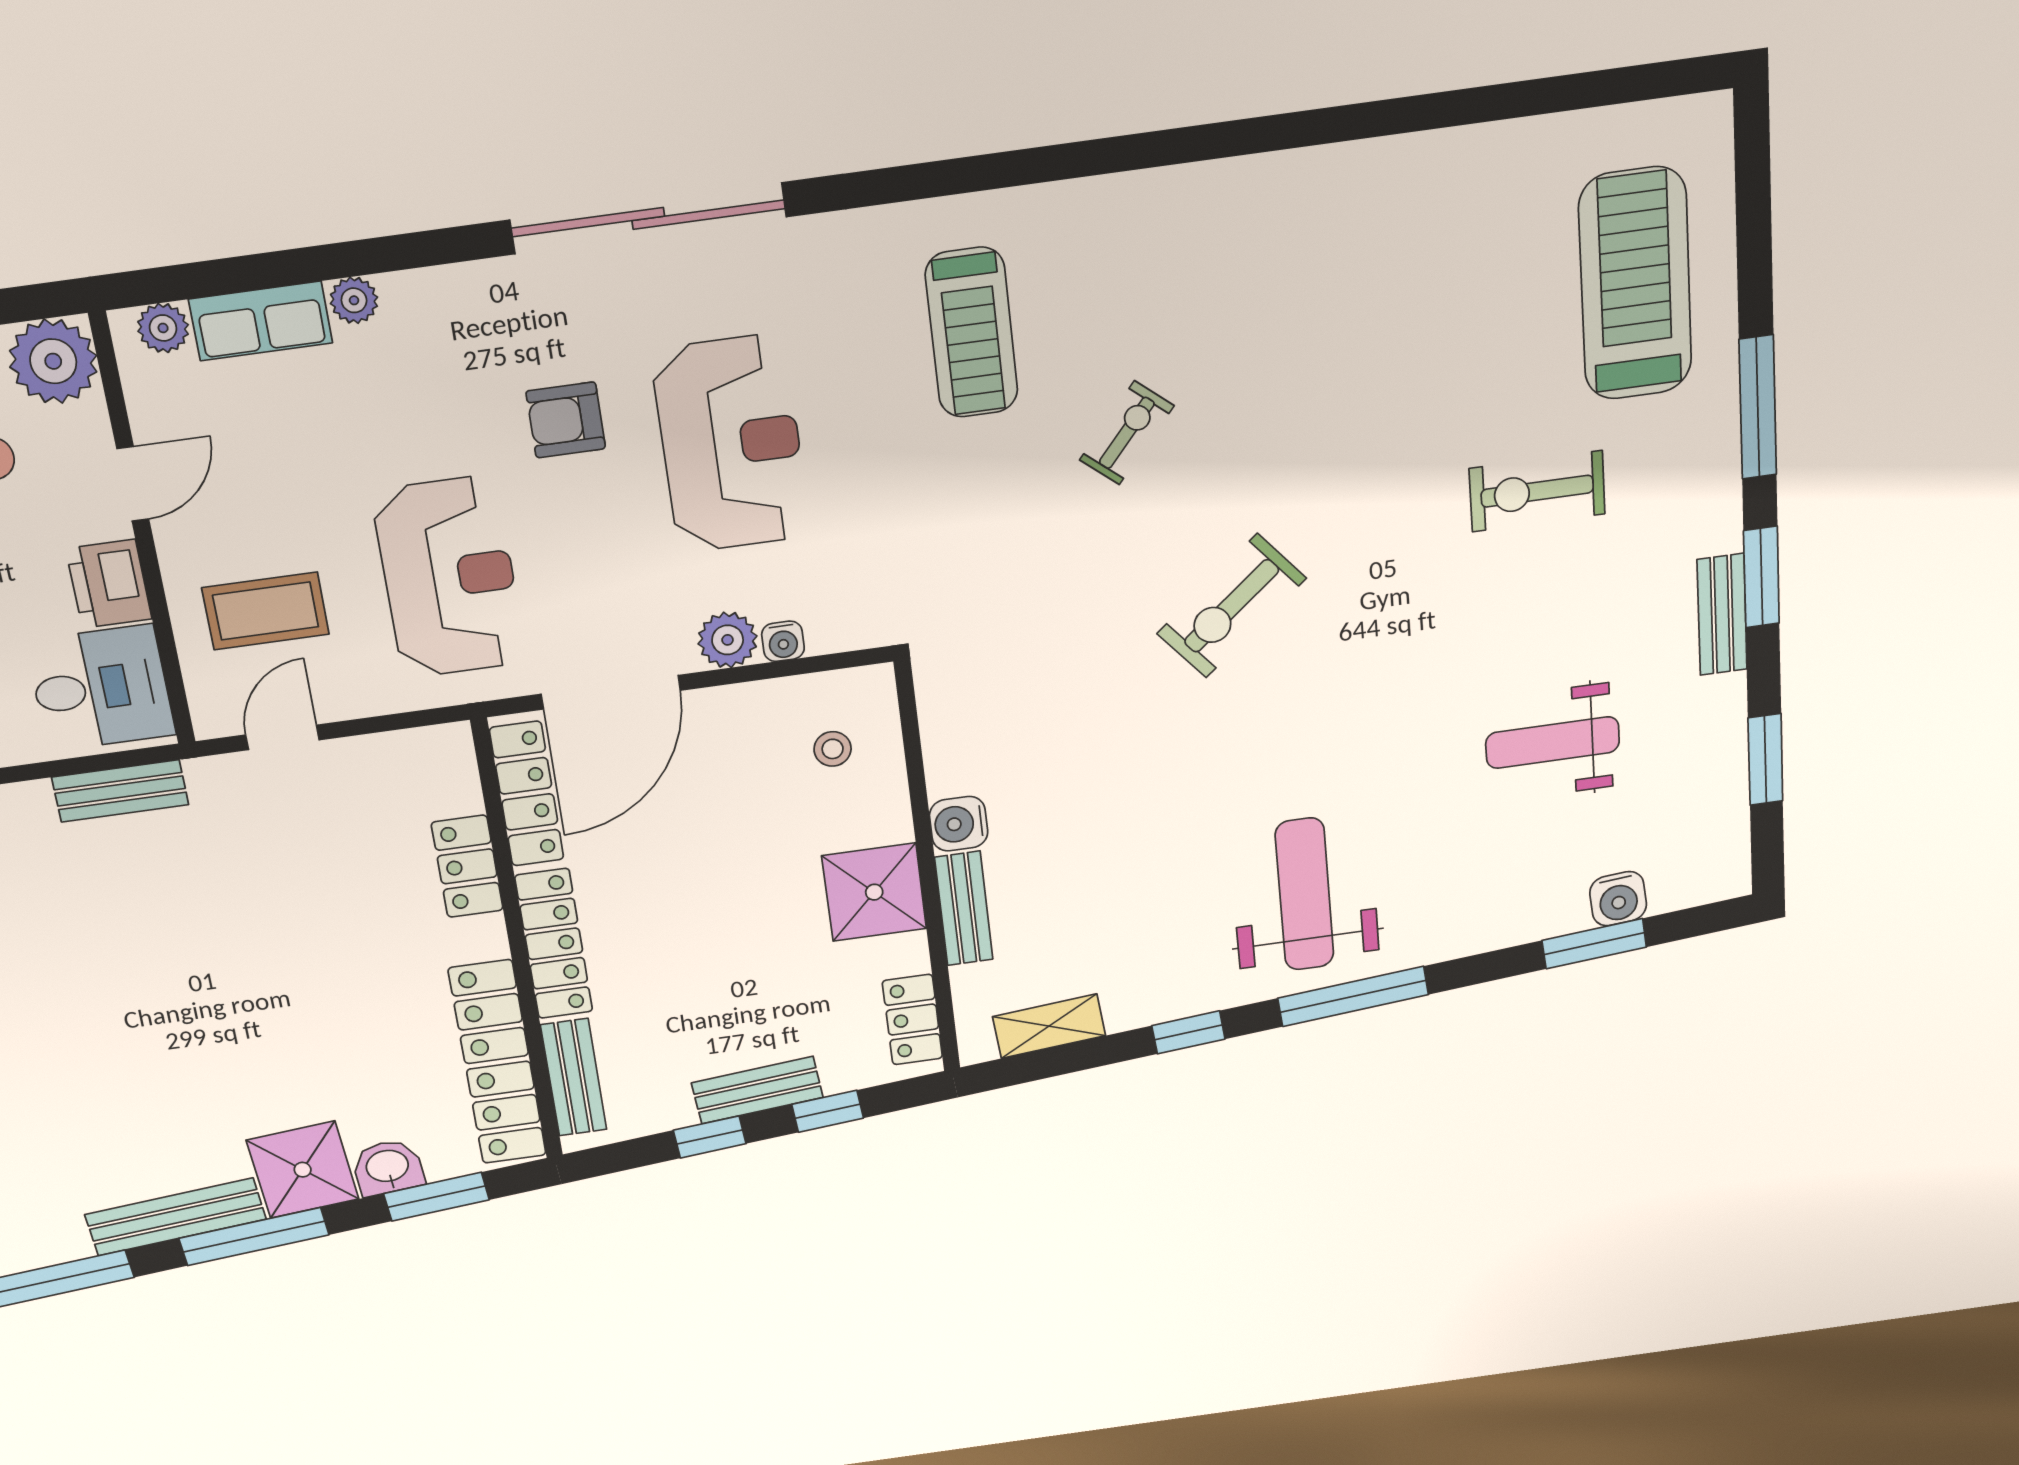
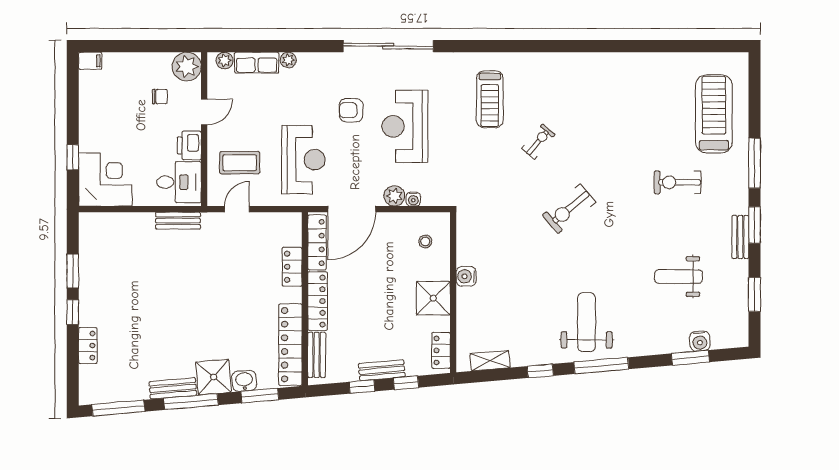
reception desk: (731, 444) -> (405, 126), turned 180
bench: (964, 908) -> (464, 309), removed
bench: (176, 1217) -> (173, 388), width x0.73

